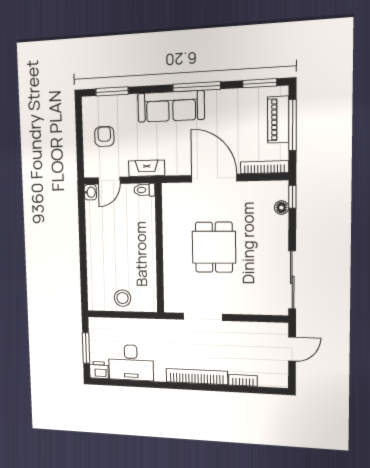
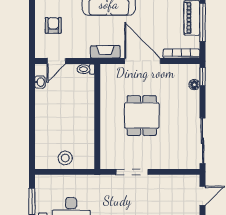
fireplace: (147, 168) -> (105, 52), moved
washbasin: (90, 192) -> (40, 82), moved

